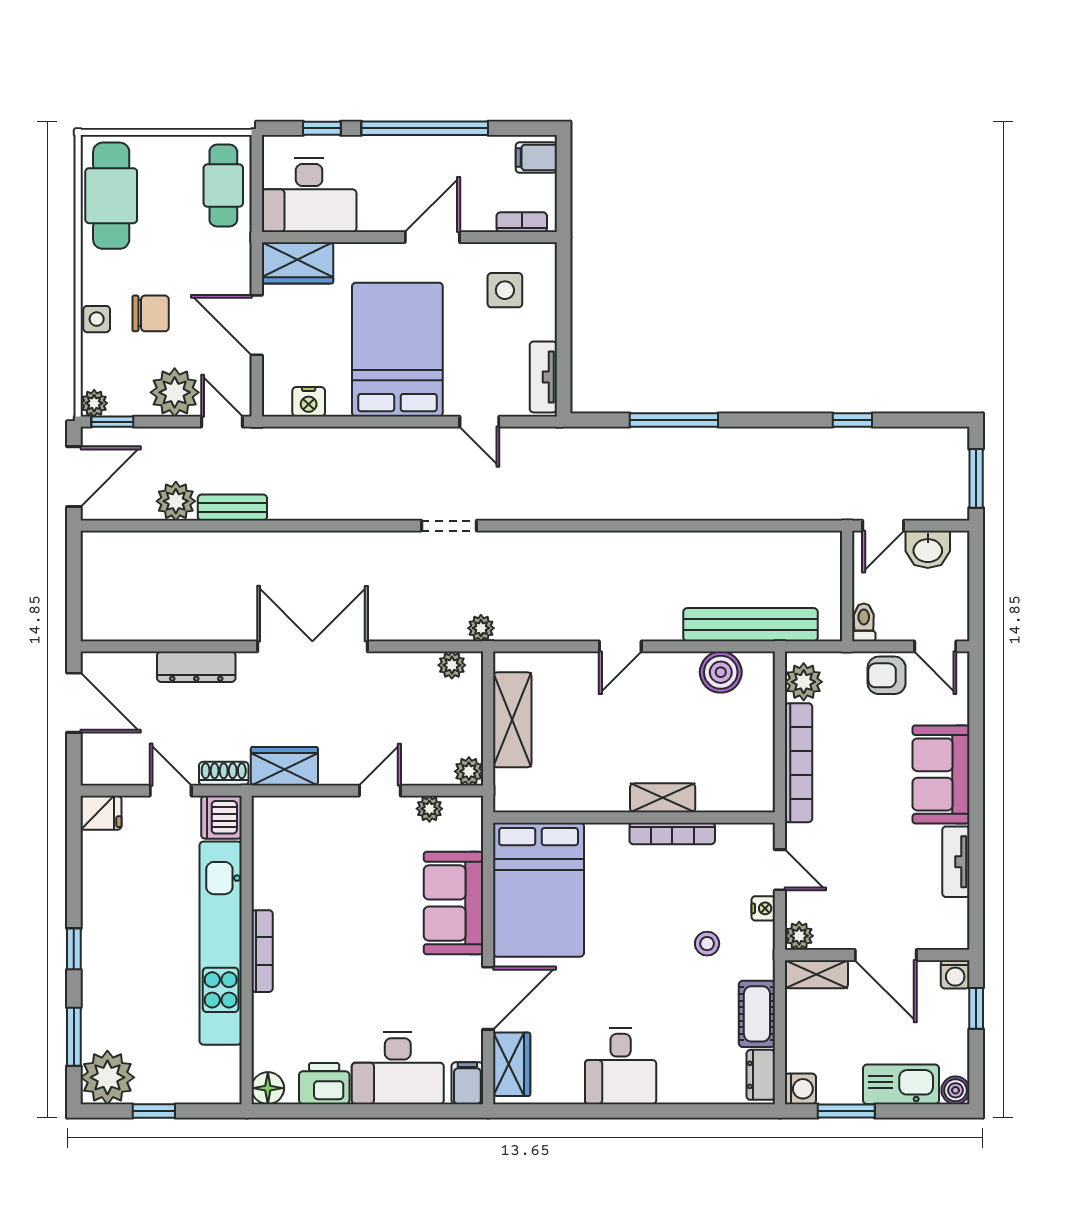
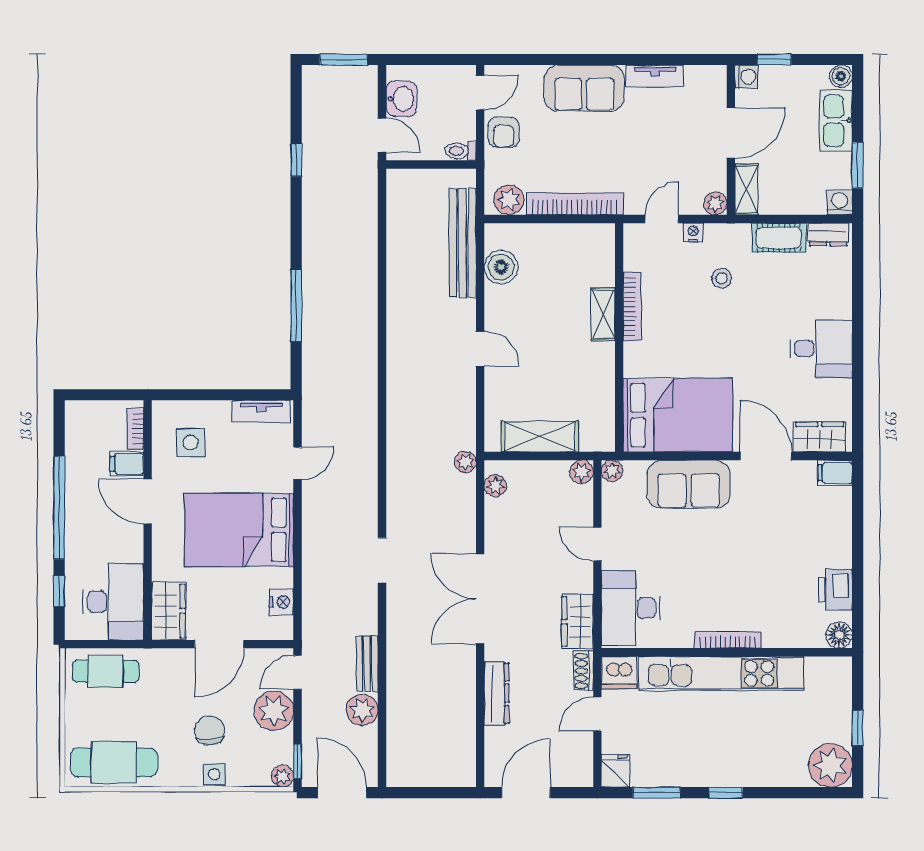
filing cabinet: (536, 157) -> (127, 464), moved, turned 90
doorway: (449, 526) -> (382, 560), moved
plant: (429, 809) -> (612, 471), moved
window: (74, 1037) -> (656, 793), moved
desk: (398, 1068) -> (631, 608), moved, turned 180

